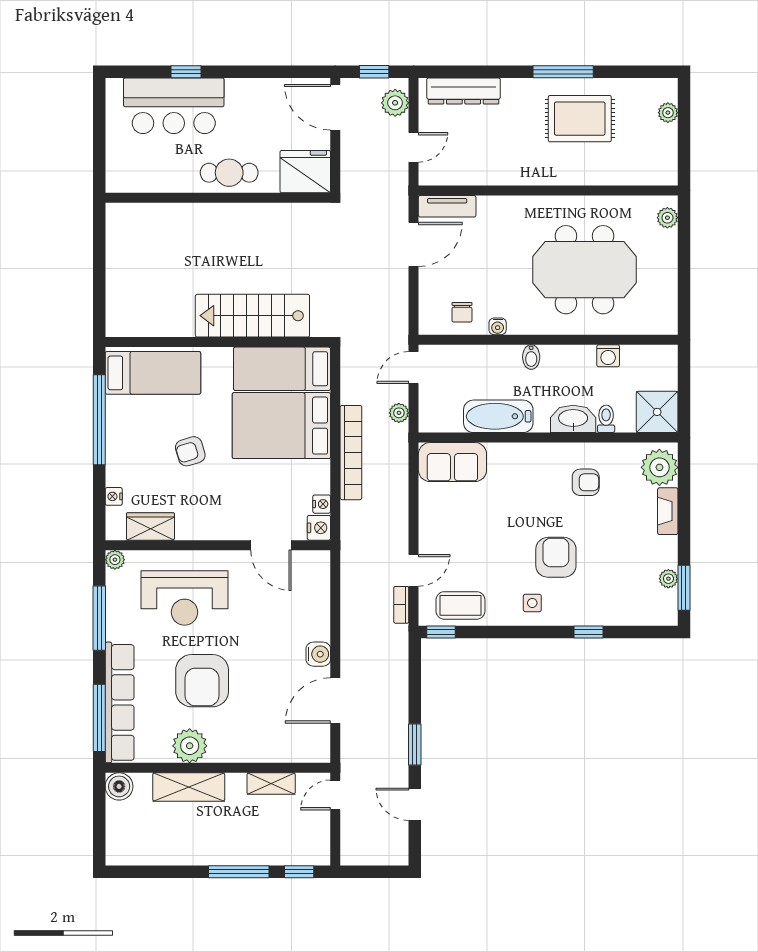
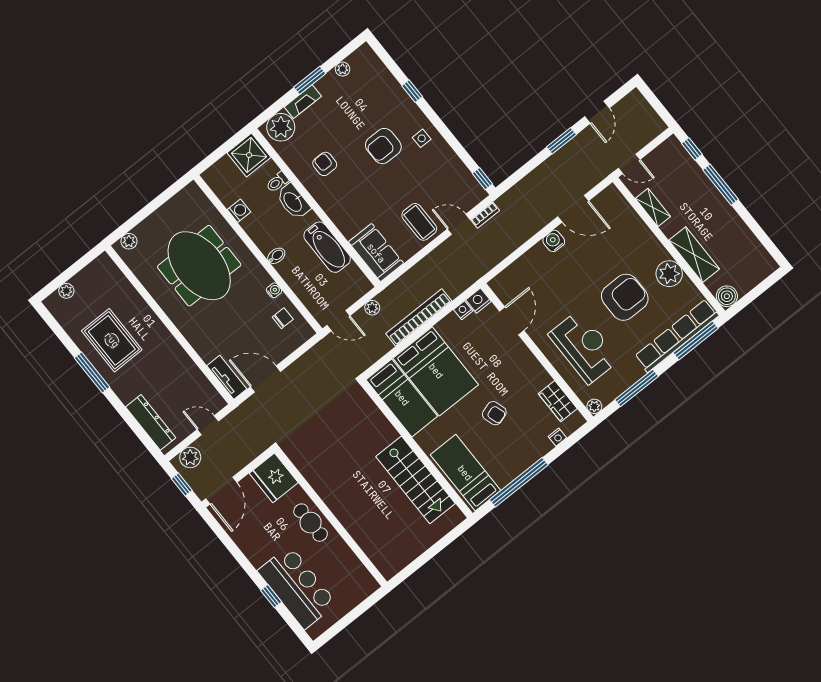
stairs: (252, 316) -> (416, 480), moved
window: (684, 588) -> (310, 80), moved
coffee table: (460, 605) -> (419, 222), moved

